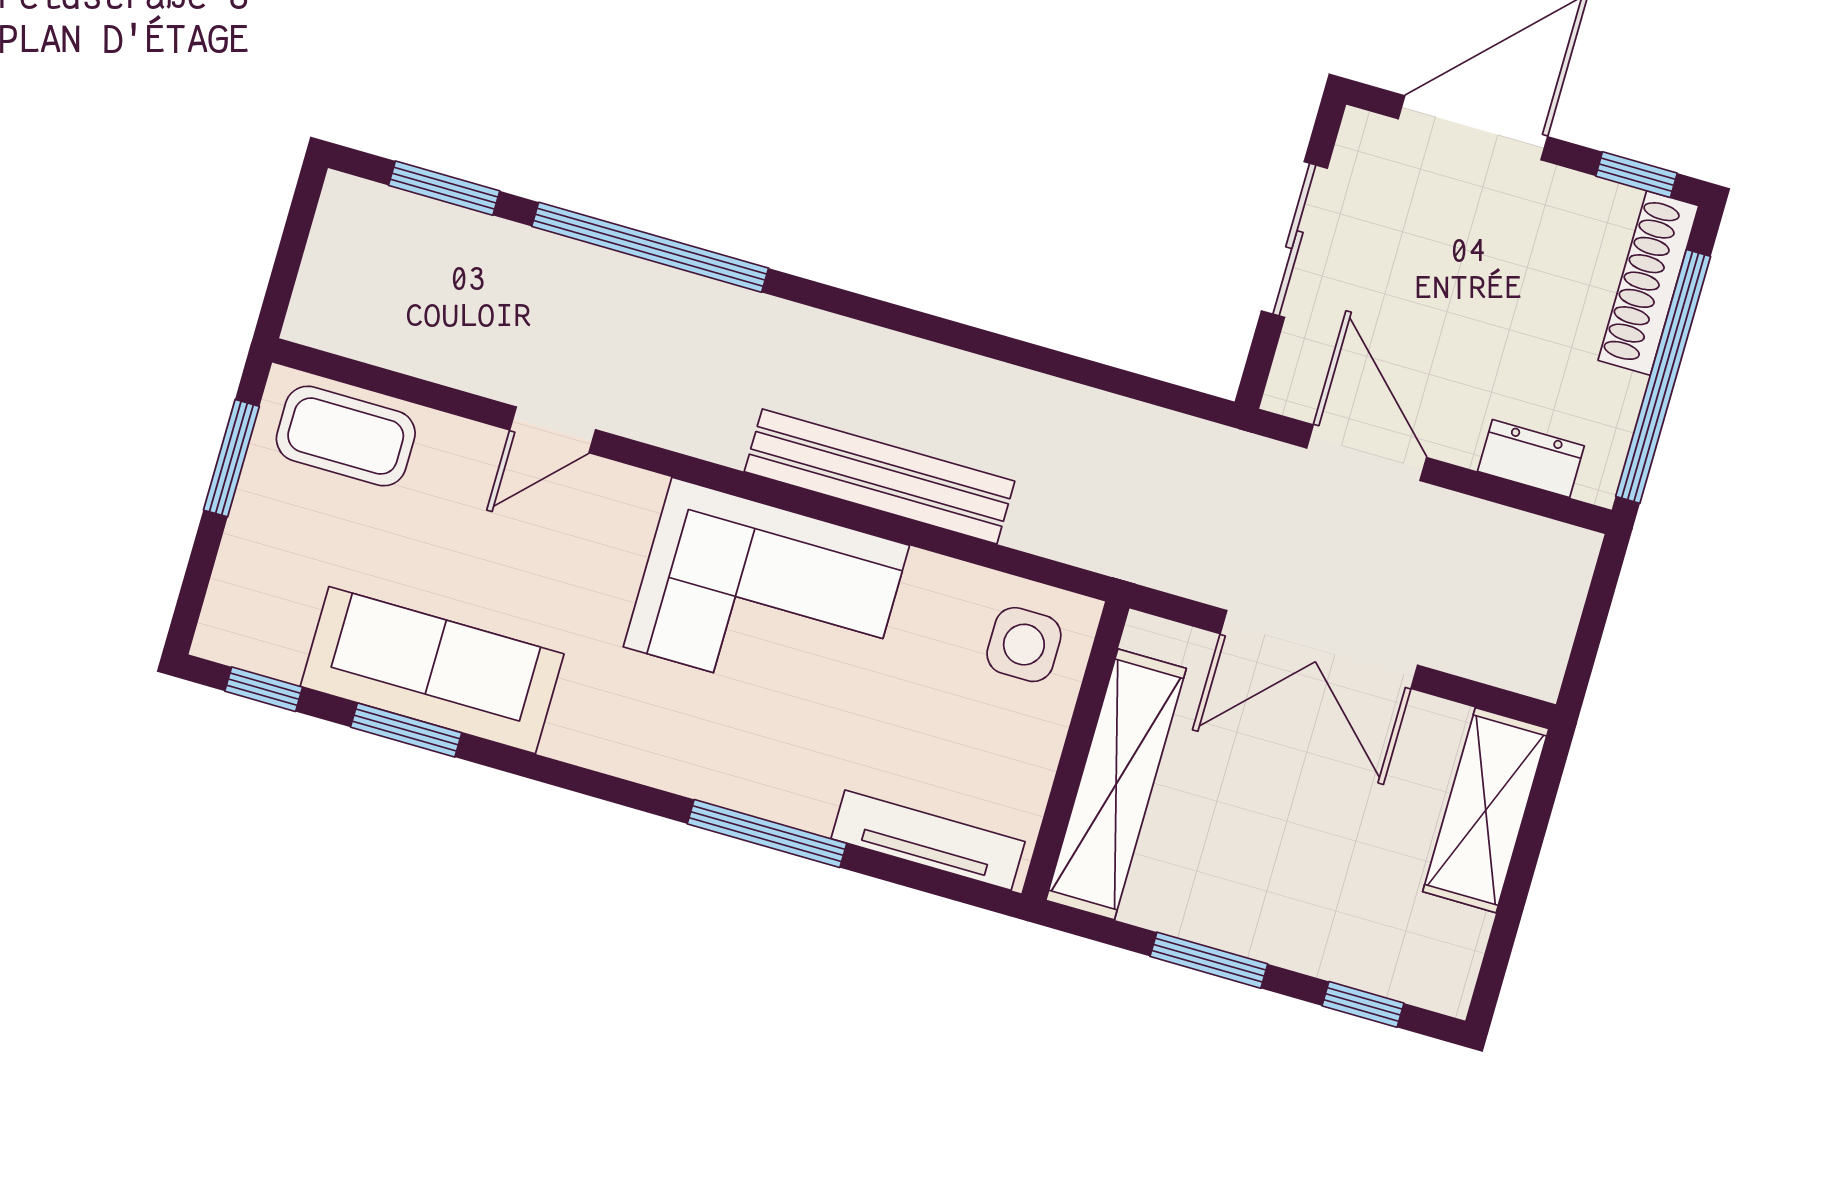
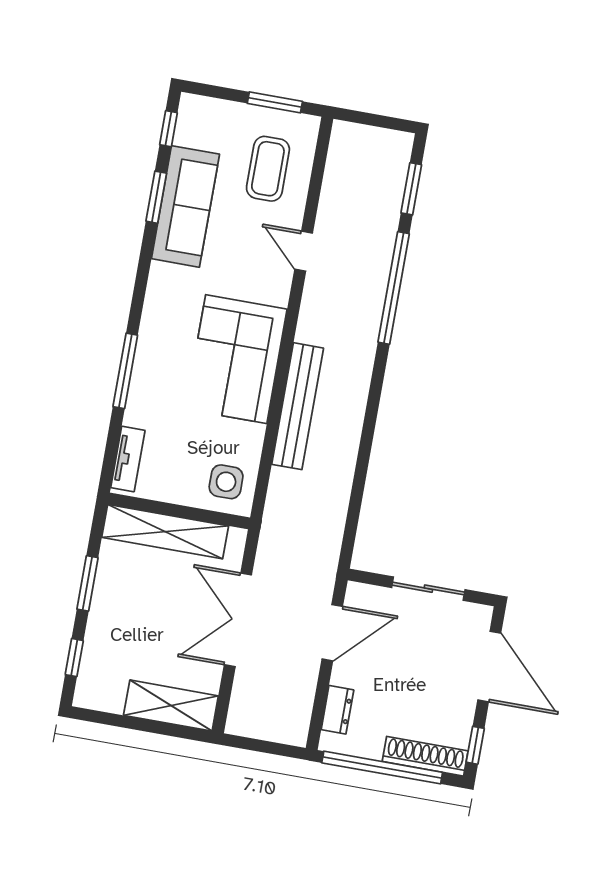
coffee table: (346, 436) -> (268, 169), moved
tv unit: (928, 840) -> (128, 459), width x0.71

